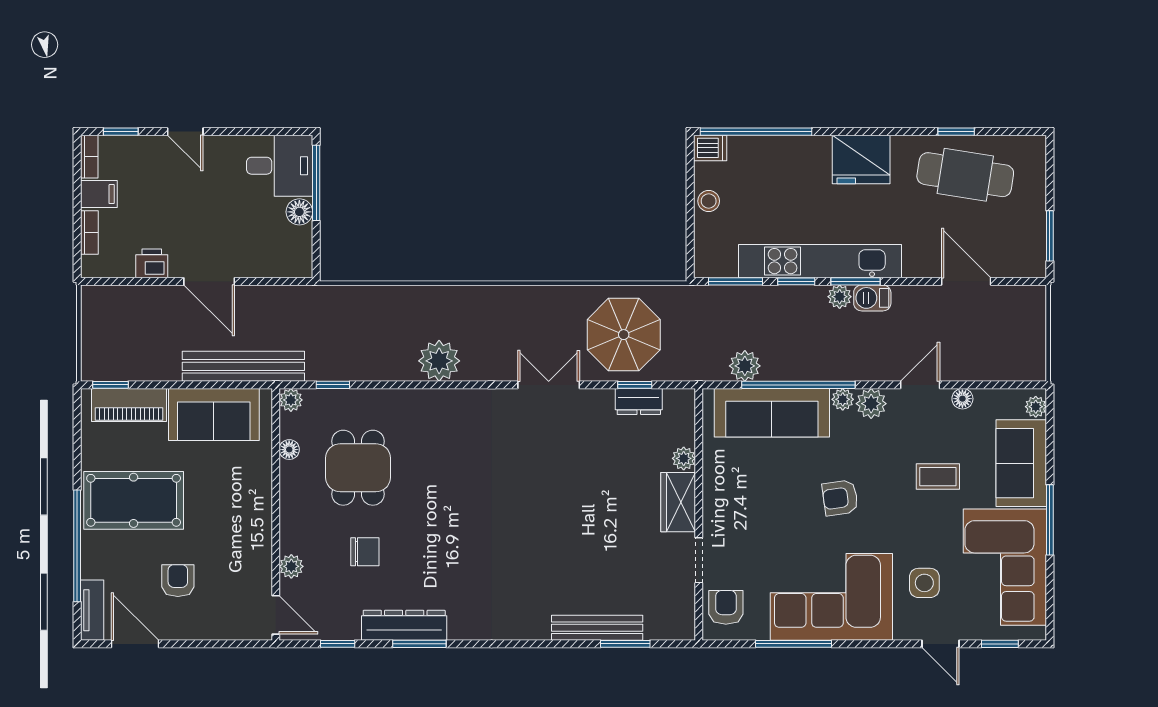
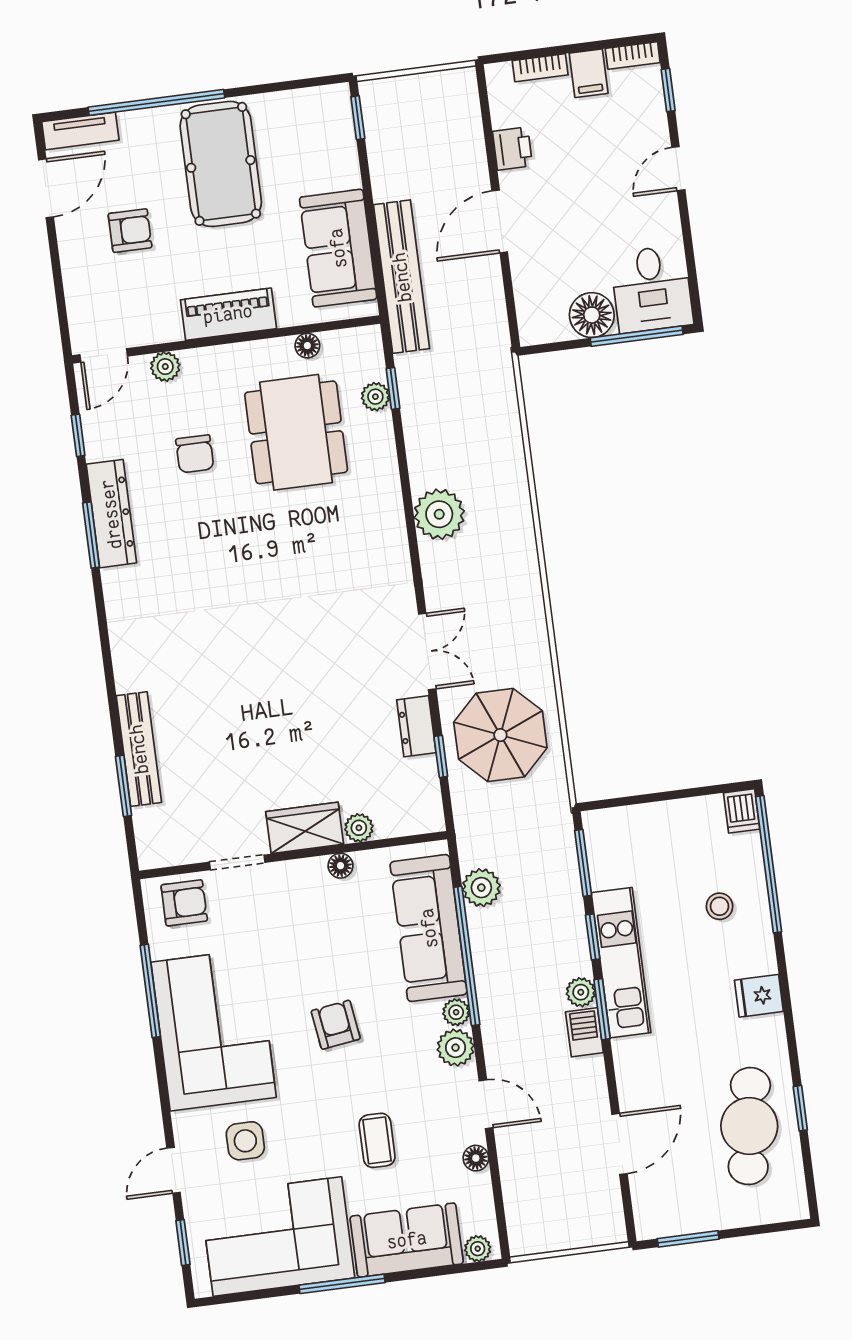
fridge: (861, 159) -> (759, 996), width x0.53, depth x0.75
stool: (709, 201) -> (720, 906), moved
floor lamp: (299, 212) -> (592, 315), width x1.38, depth x1.38
kitchen unit: (820, 261) -> (621, 963), width x0.73
plant: (291, 400) -> (375, 397), moved
dresser: (639, 402) -> (416, 726), moved
piano: (129, 405) -> (228, 314), moved, turned 90
dining table: (358, 468) -> (296, 432), width x1.38
floor lamp: (712, 477) -> (340, 866), added

